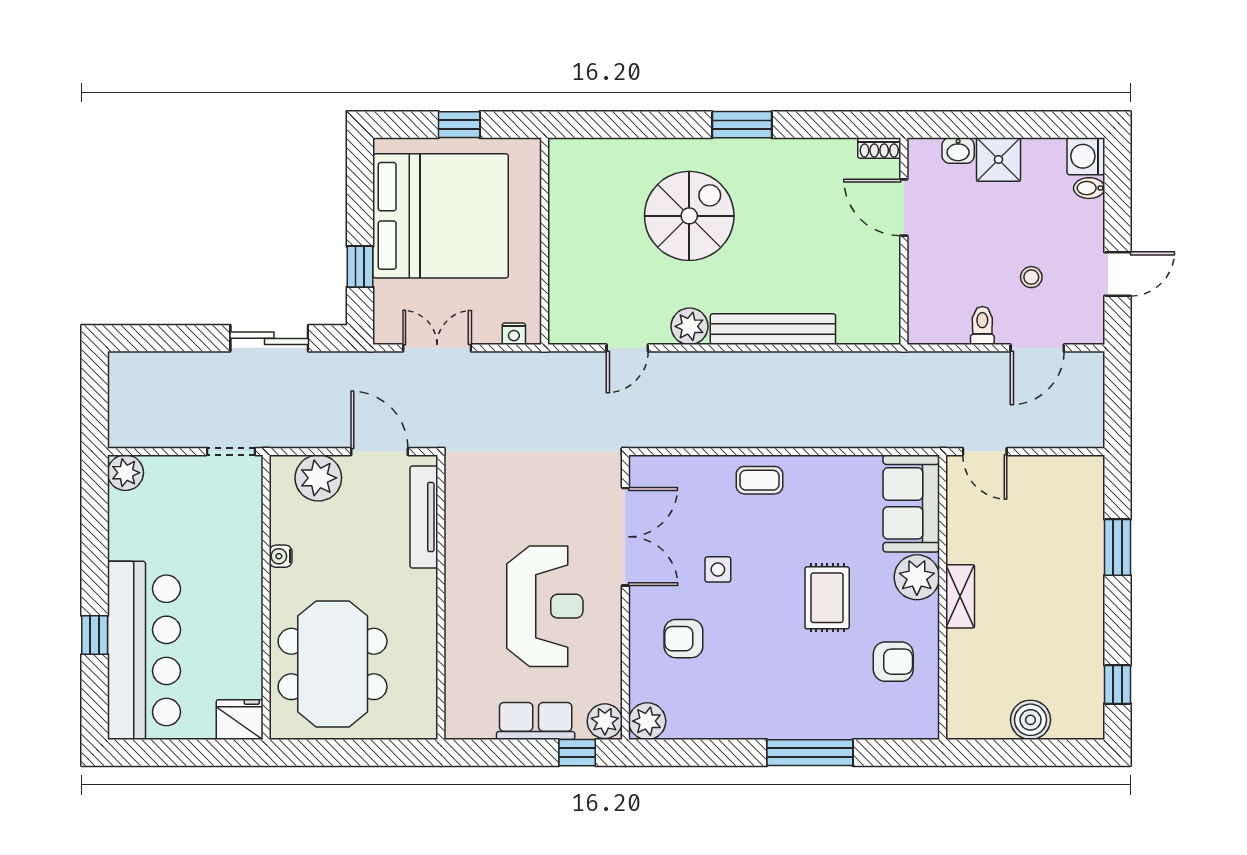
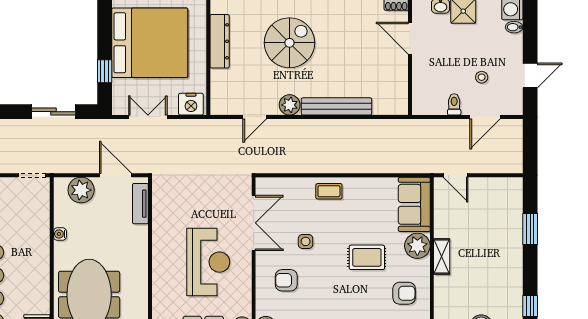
dresser: (565, 213) -> (220, 41), added
nightstand: (514, 334) -> (191, 104), width x1.89, depth x1.79
tv unit: (424, 517) -> (140, 204), width x0.71
rug: (827, 598) -> (367, 257), turned 90

